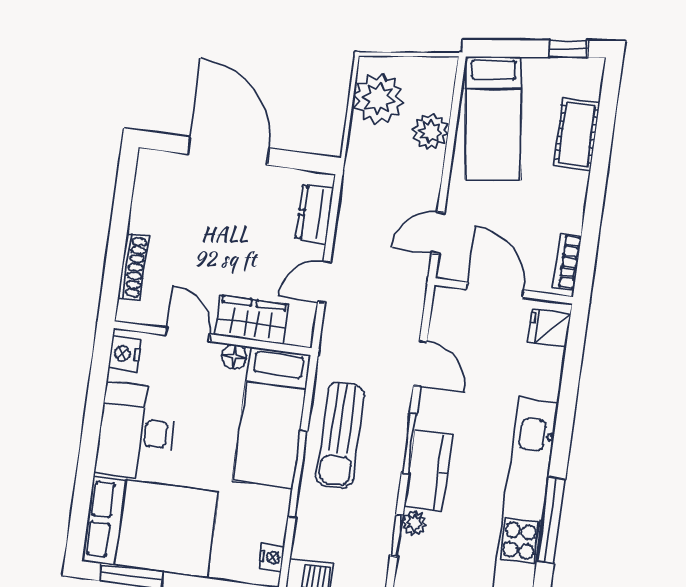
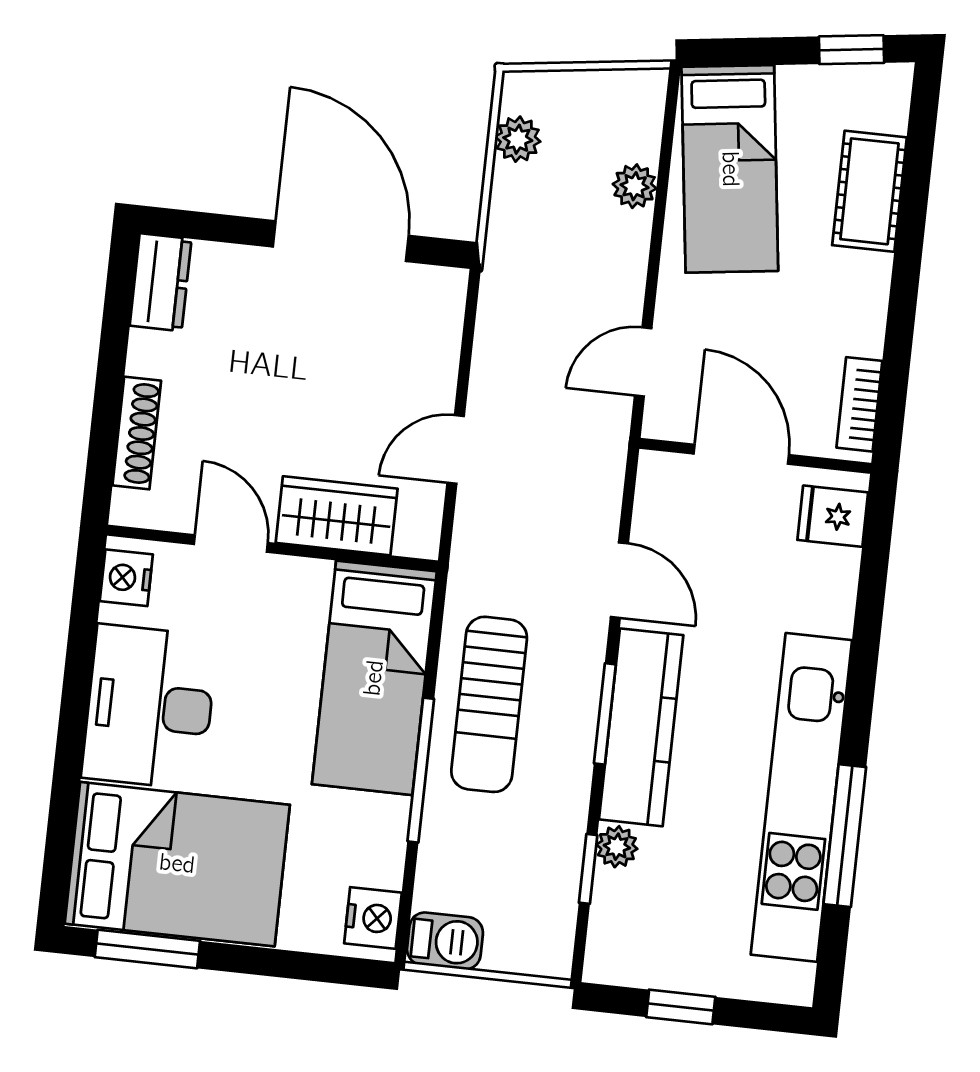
plant: (379, 99) -> (518, 139), width x0.53, depth x0.53
plant: (430, 131) -> (635, 186), width x0.73, depth x0.73
door: (228, 151) -> (341, 241), moved
dresser: (314, 214) -> (161, 282), moved, turned 180
floor lamp: (234, 357) -> (309, 578), removed
kitchen counter: (428, 471) -> (641, 727), width x1.50
nightstand: (271, 557) -> (373, 918), width x1.39, depth x1.35

